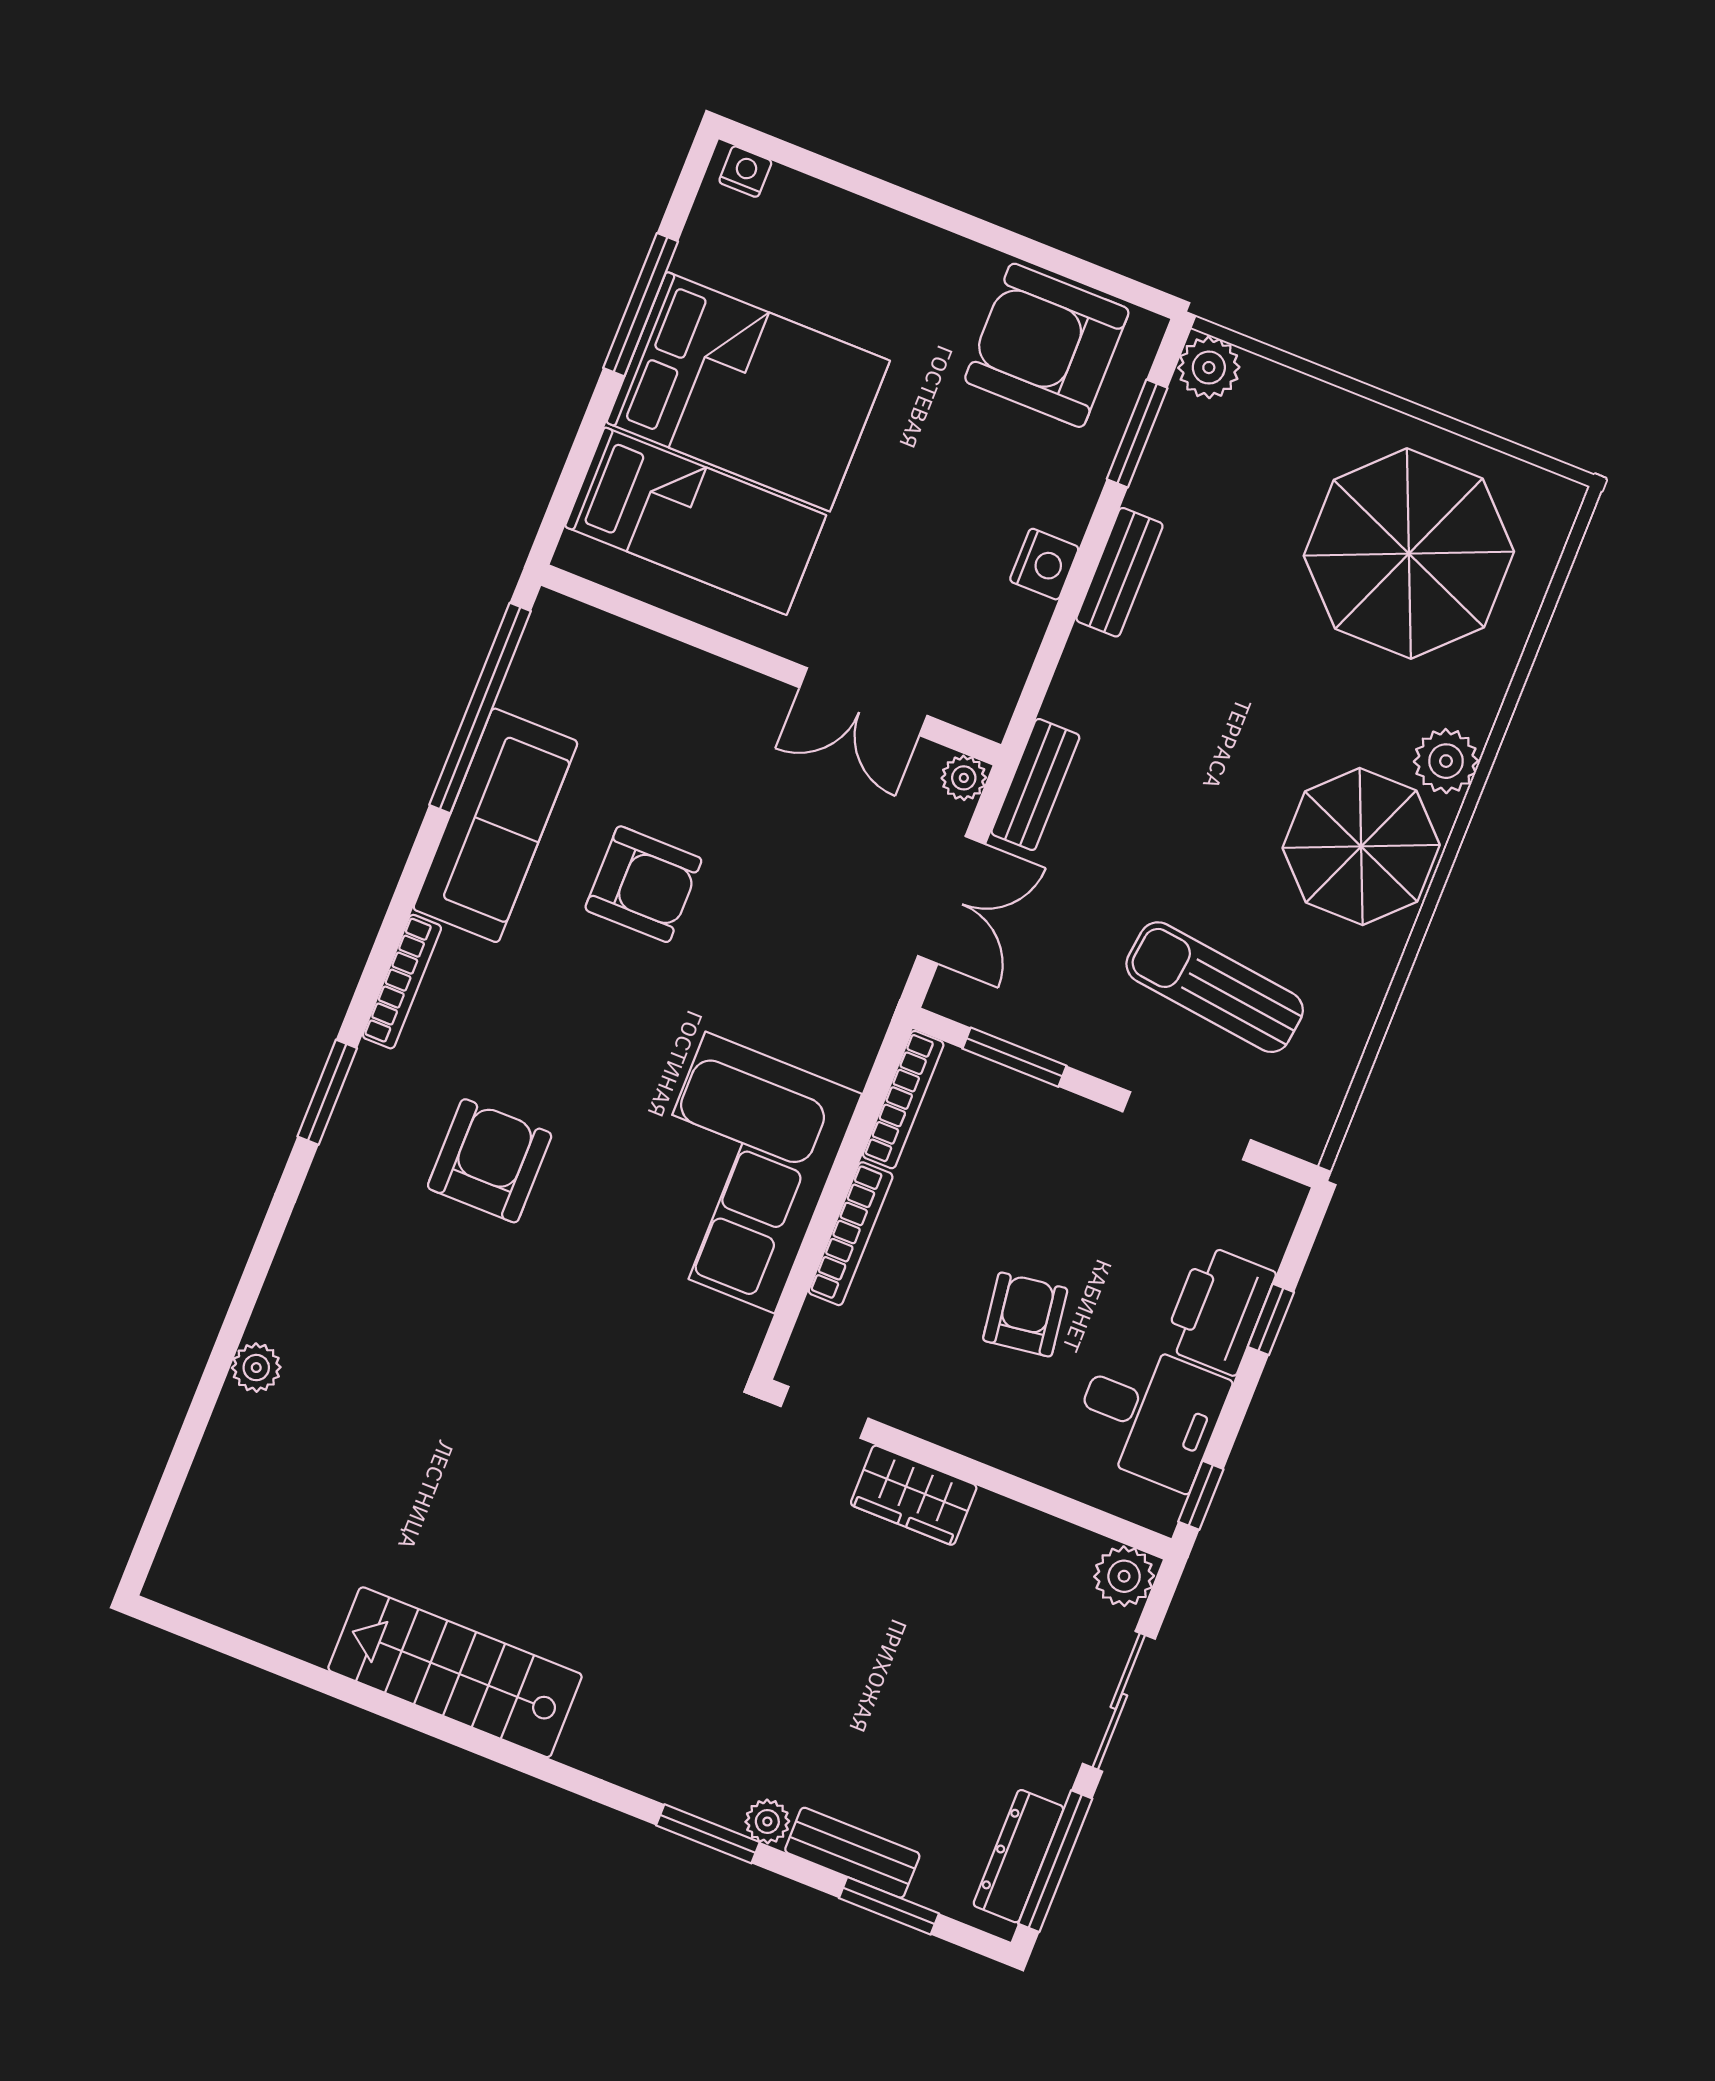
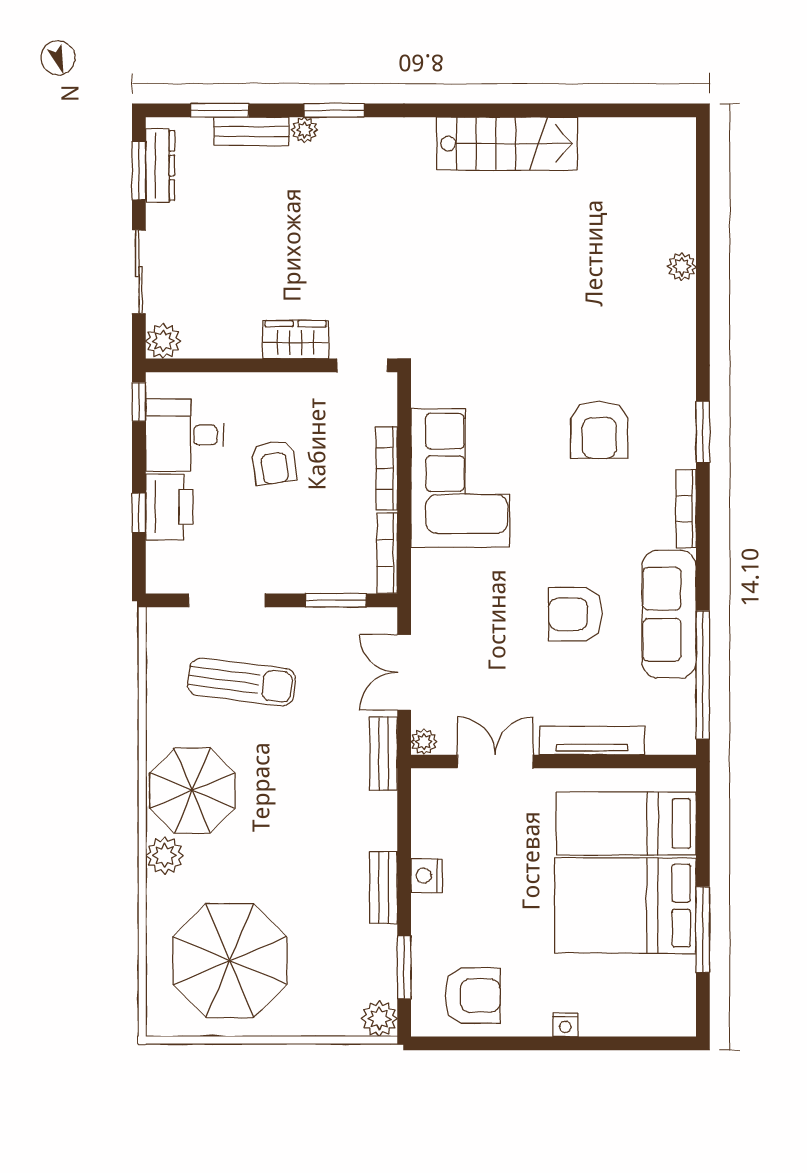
nightstand: (745, 172) -> (565, 1025), moved
armchair: (1047, 345) -> (472, 996), width x0.73, depth x0.73
tv unit: (697, 674) -> (592, 741), added
window: (1055, 1861) -> (139, 171), width x0.69

